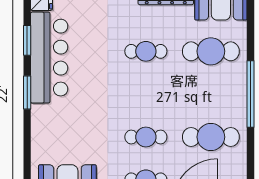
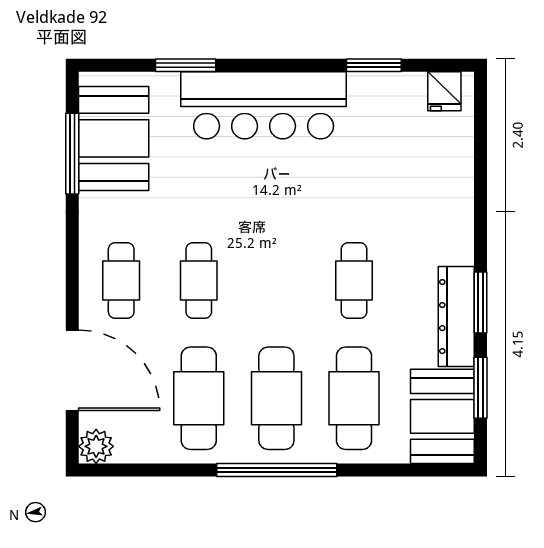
bar counter: (49, 58) -> (264, 105), moved
window: (27, 92) -> (186, 65), moved
cafe table: (211, 94) -> (276, 398), added

